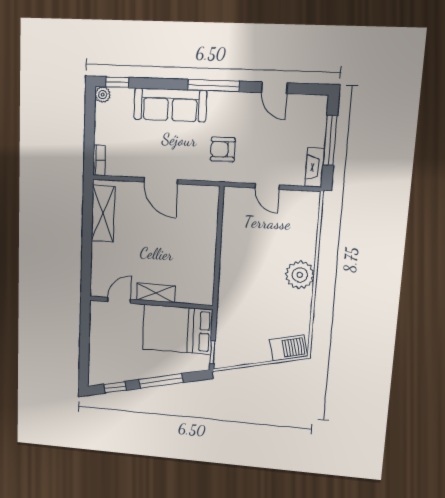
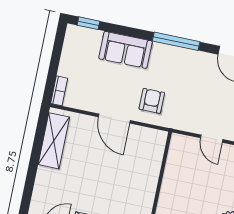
plant: (103, 95) -> (73, 32), removed
sofa: (170, 105) -> (126, 50), width x0.73
armchair: (223, 149) -> (152, 101), moved, turned 90

